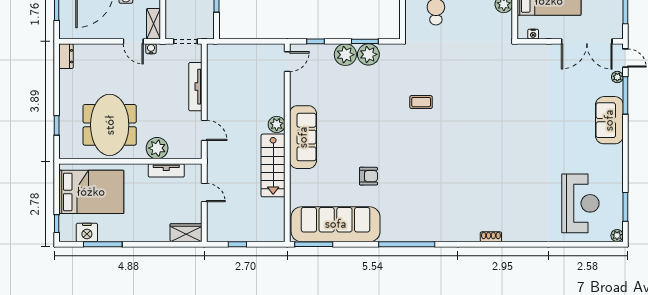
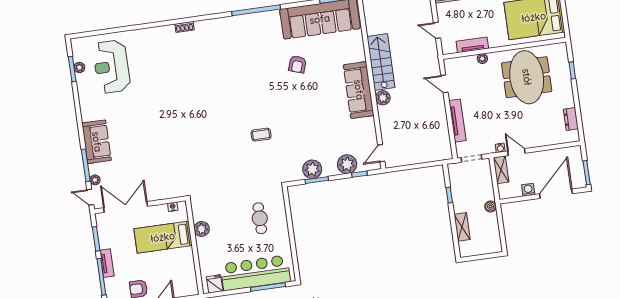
plant: (345, 55) -> (347, 164), moved
dresser: (66, 56) -> (571, 119), moved
plant: (157, 148) -> (482, 59), width x0.53, depth x0.53
armchair: (368, 176) -> (297, 64), turned -72
plant: (617, 236) -> (79, 67), moved

